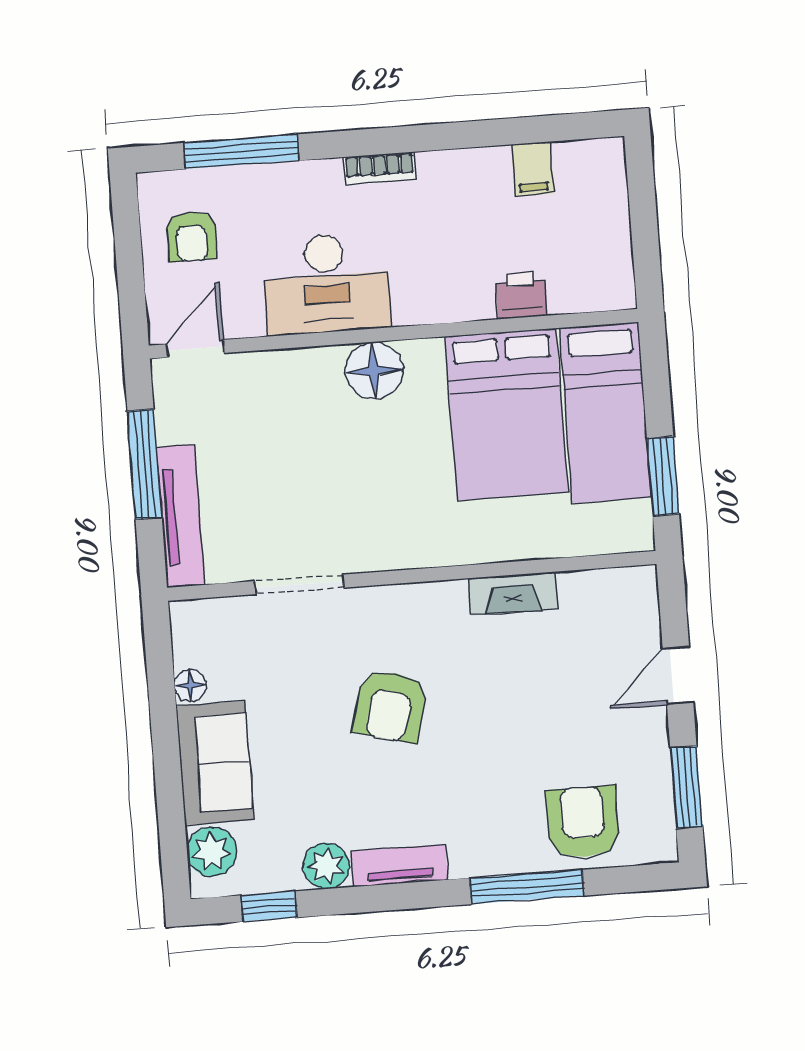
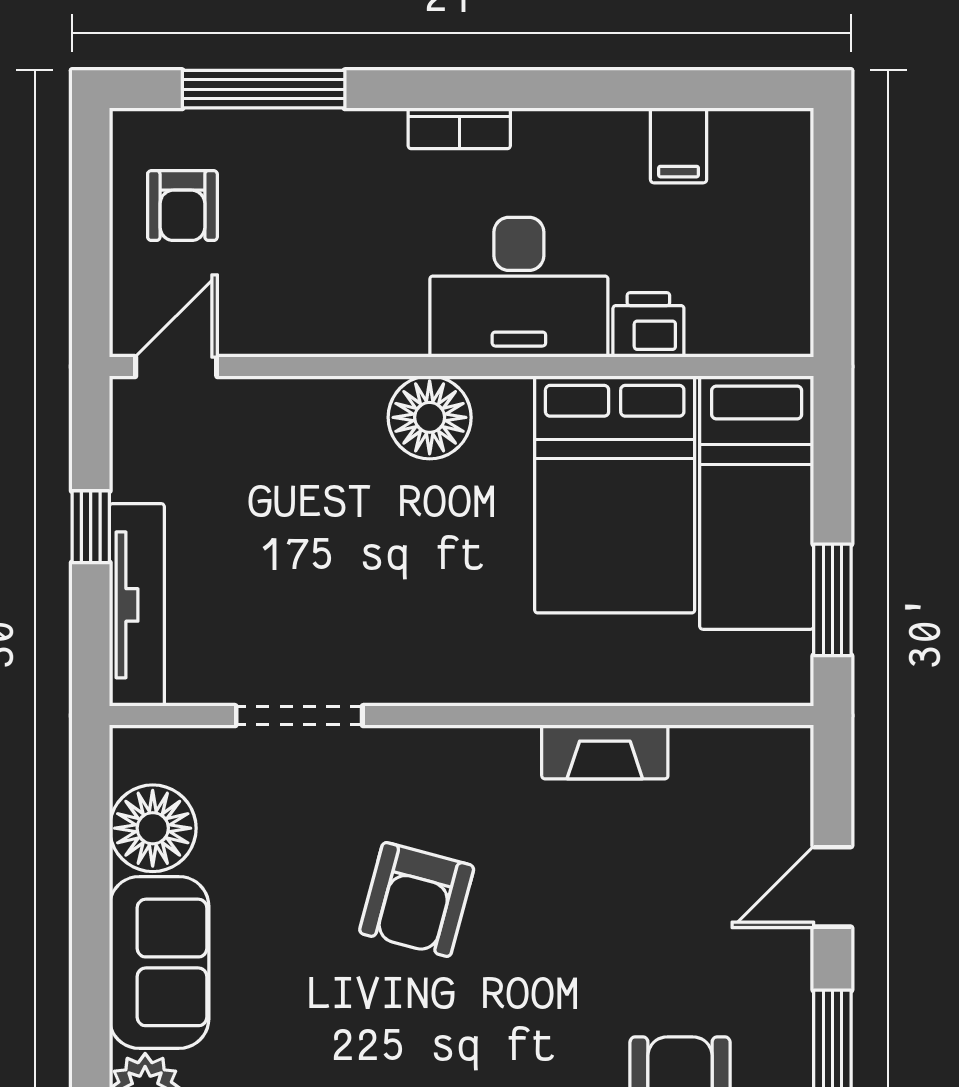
desk: (326, 283) -> (519, 287), moved
window: (145, 464) -> (91, 527), width x0.46
floor lamp: (190, 685) -> (153, 828), width x1.89, depth x1.89

